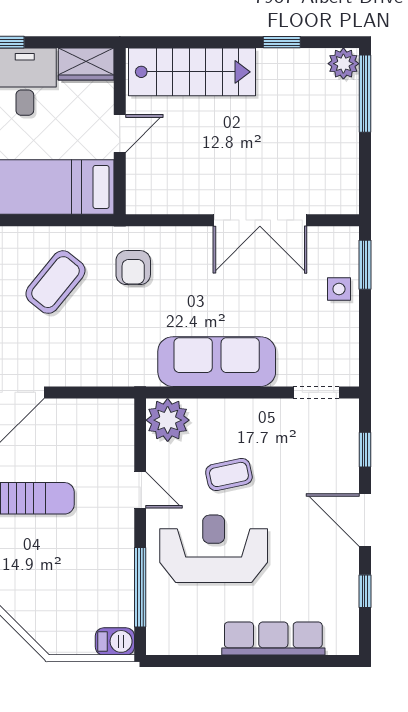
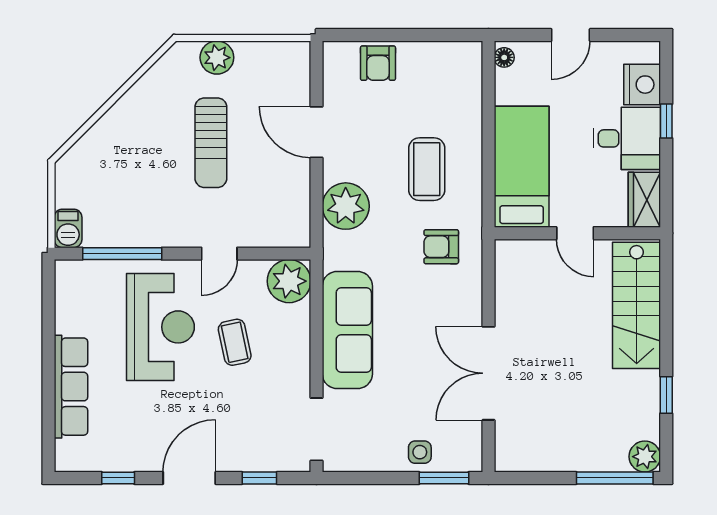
coffee table: (55, 282) -> (427, 169), turned 51
plant: (93, 363) -> (346, 206), added
doorway: (316, 392) -> (317, 429), width x1.38

